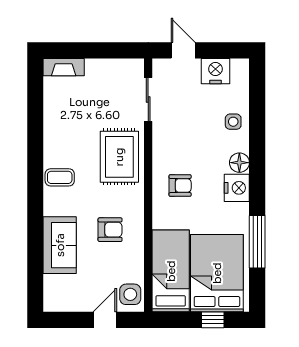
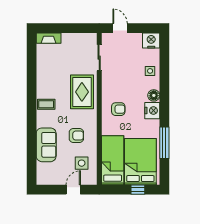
nightstand: (215, 71) -> (151, 41), moved
side table: (130, 294) -> (82, 163), moved

